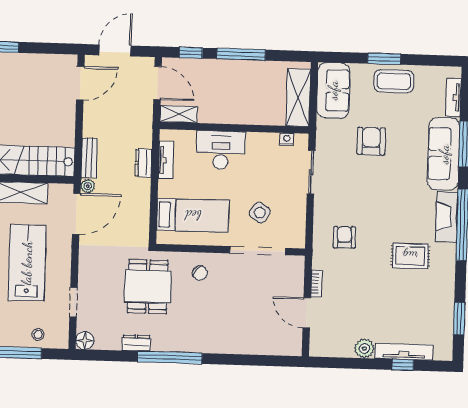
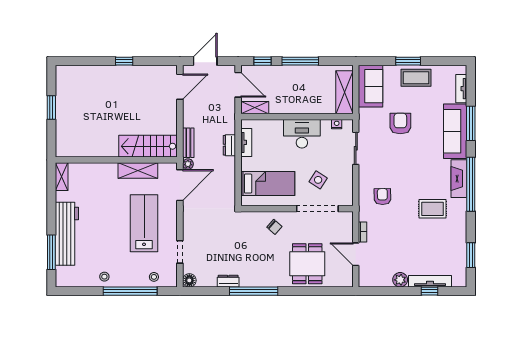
desk: (221, 150) -> (302, 134), moved
dining table: (148, 287) -> (307, 264), moved

